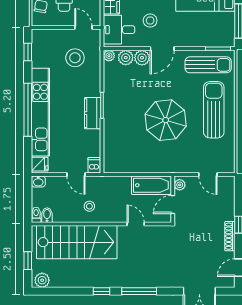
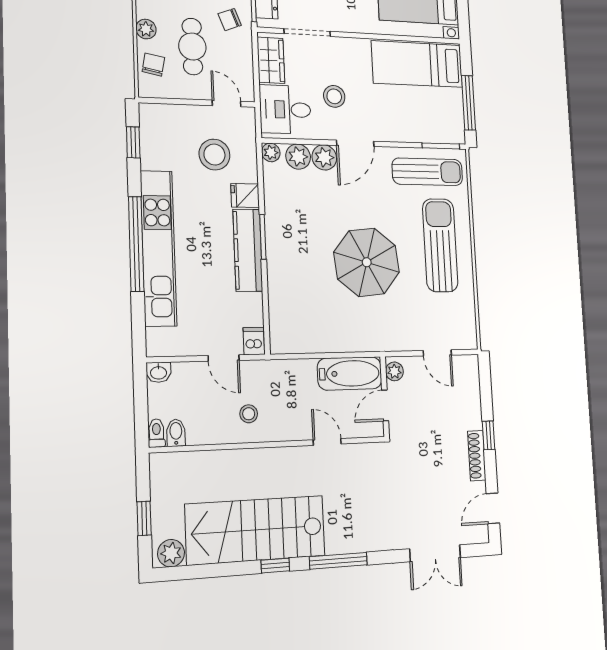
kitchen counter: (93, 113) -> (248, 250), width x1.50
fridge: (40, 164) -> (245, 195), moved, turned 180
stairs: (77, 242) -> (256, 530), moved, turned 180

